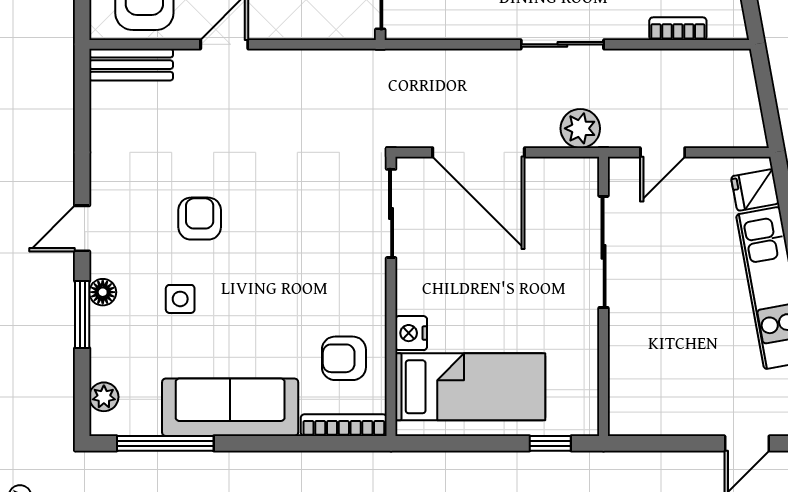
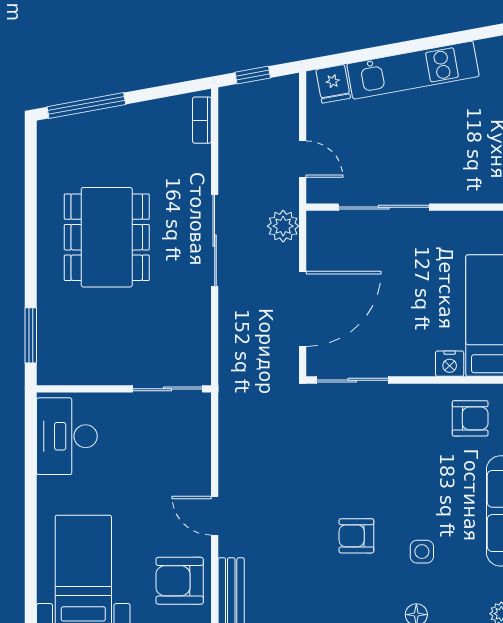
bookcase: (678, 29) -> (202, 120), moved
sliding door: (562, 44) -> (215, 241), width x1.37
window: (766, 91) -> (253, 75), added
armchair: (344, 358) -> (470, 418), turned -90

